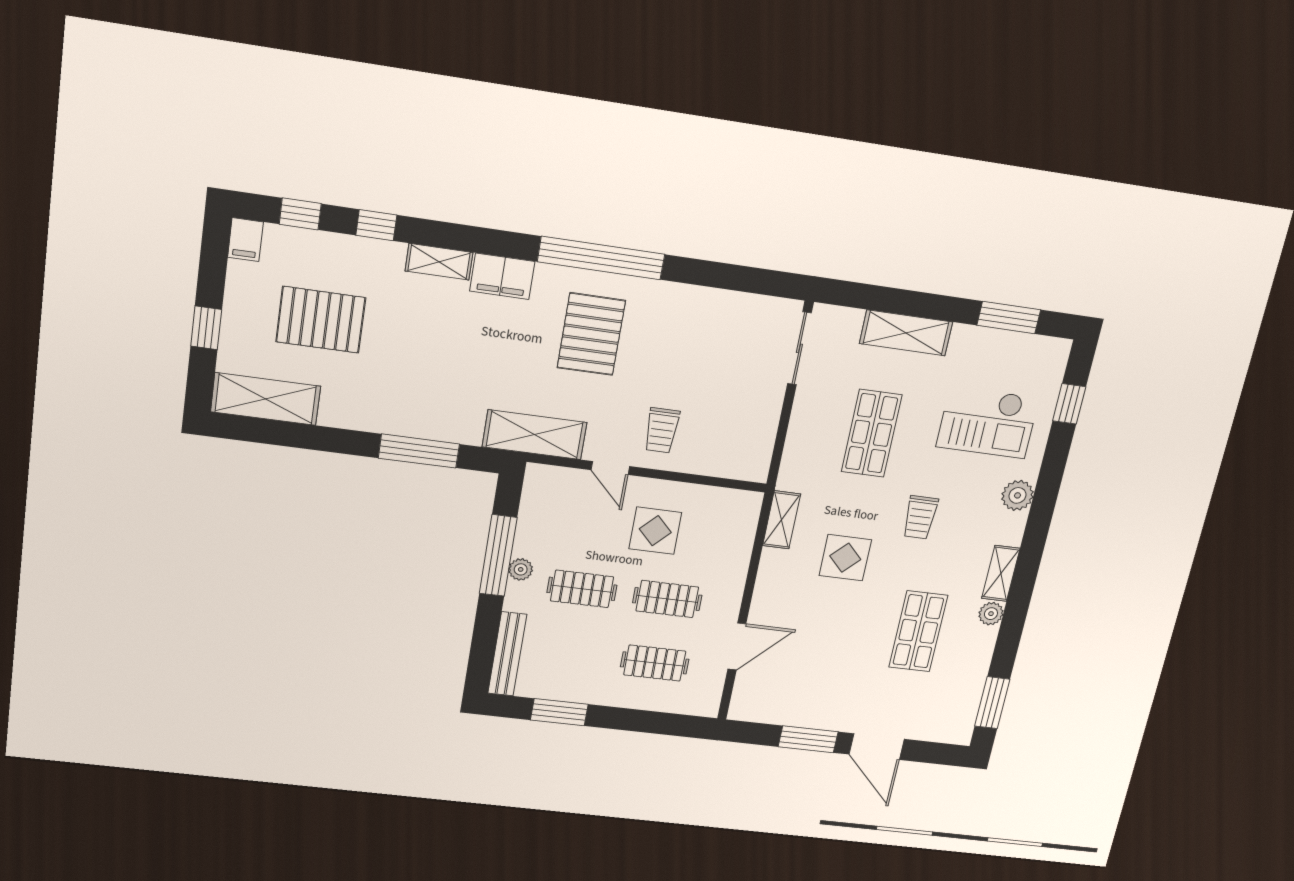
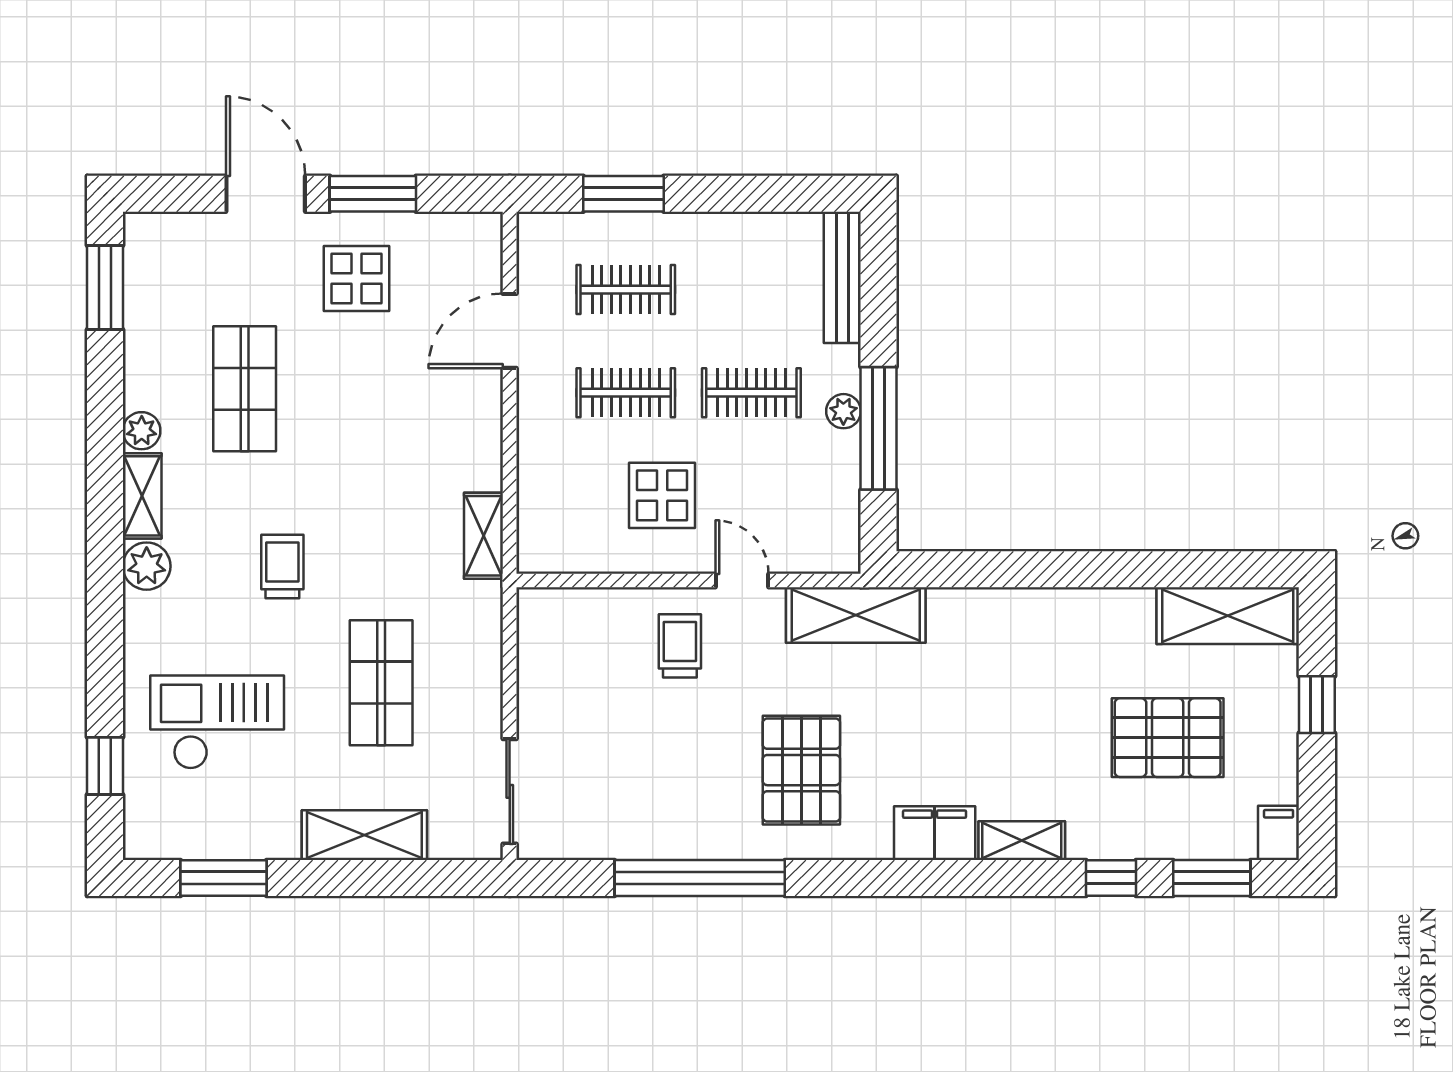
window: (300, 214) -> (1212, 878), width x1.50
window: (601, 258) -> (700, 878), moved
window: (419, 451) -> (1011, 569), removed
plant: (1018, 495) -> (147, 566), moved
display table: (845, 558) -> (356, 278), moved
window: (559, 712) -> (624, 194), moved

